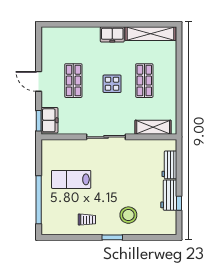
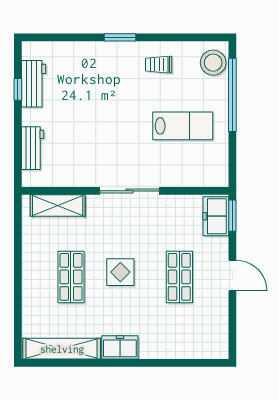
workbench: (169, 195) -> (34, 84), moved
stool: (128, 215) -> (213, 63), moved

